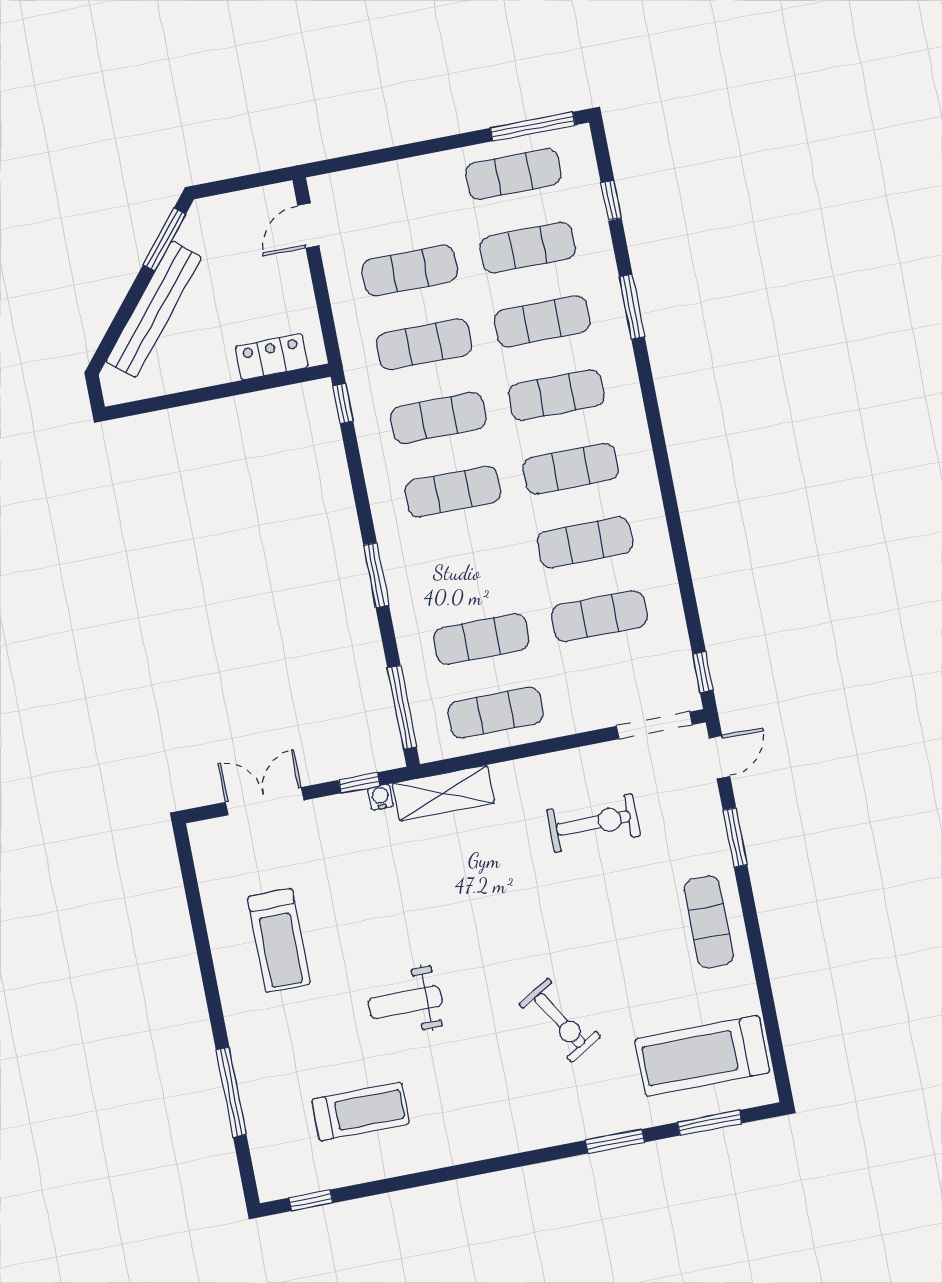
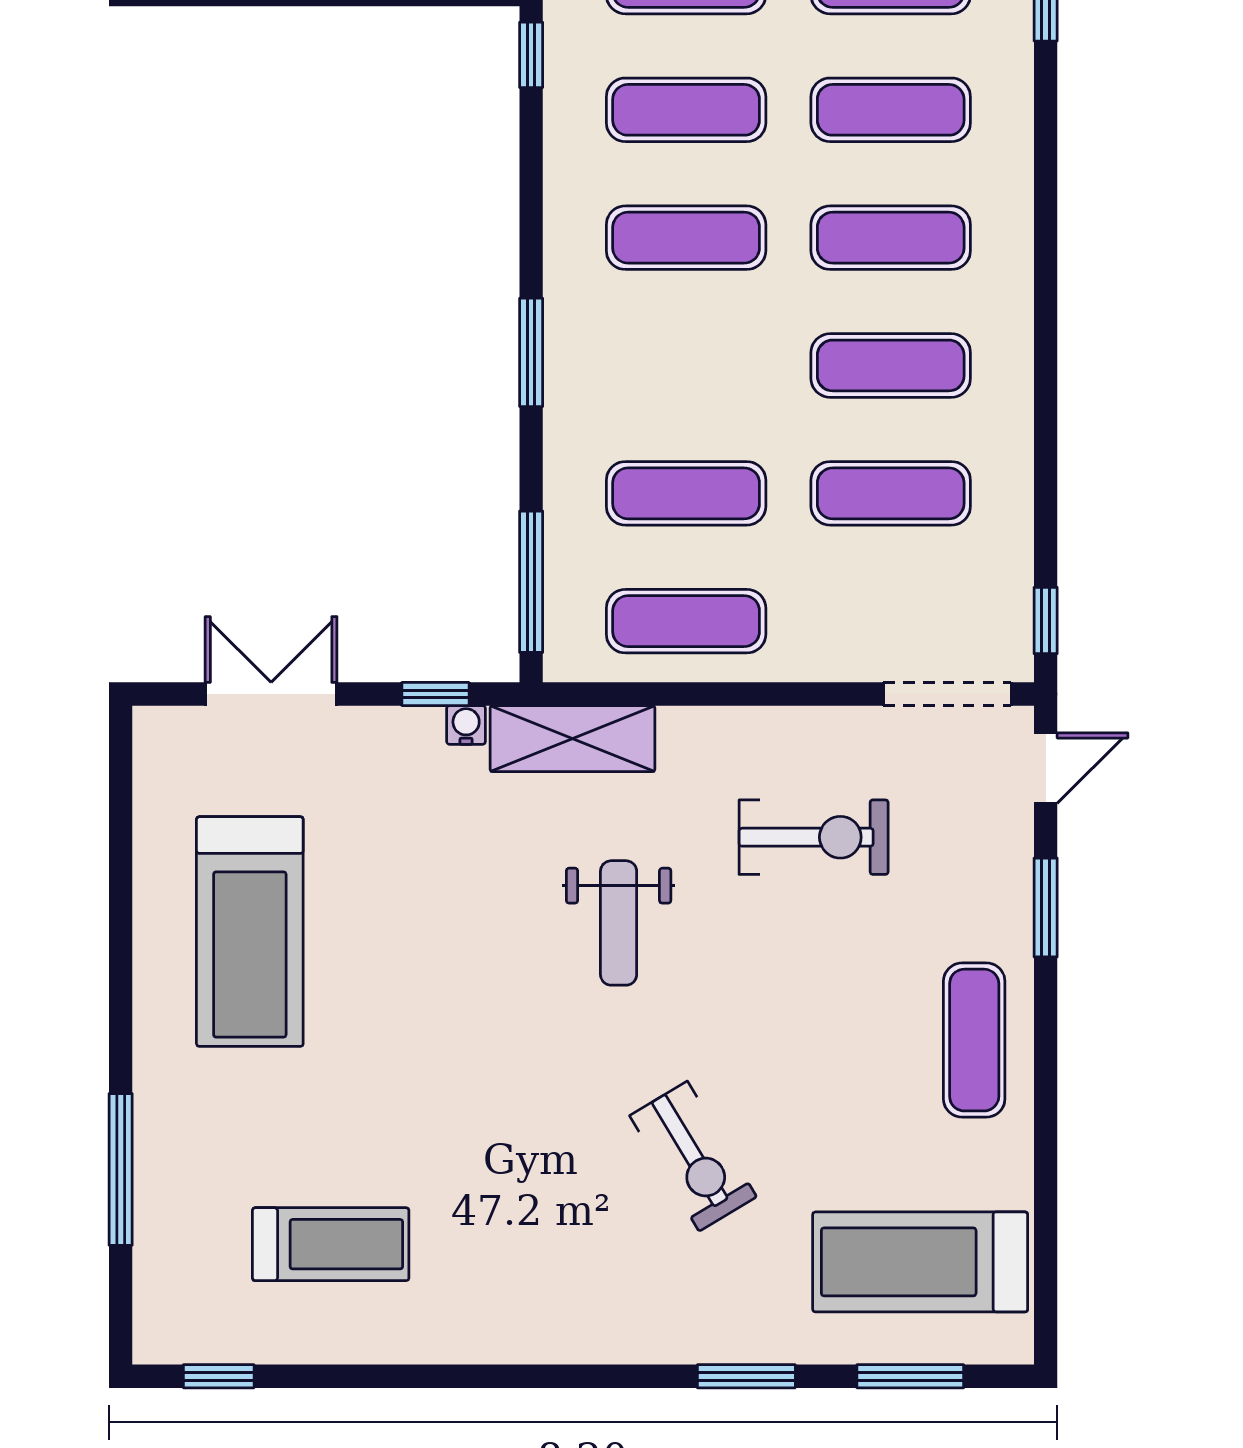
treadmill: (279, 940) -> (250, 932), width x1.37, depth x1.38
weight bench: (405, 1002) -> (619, 923), moved, turned -90

